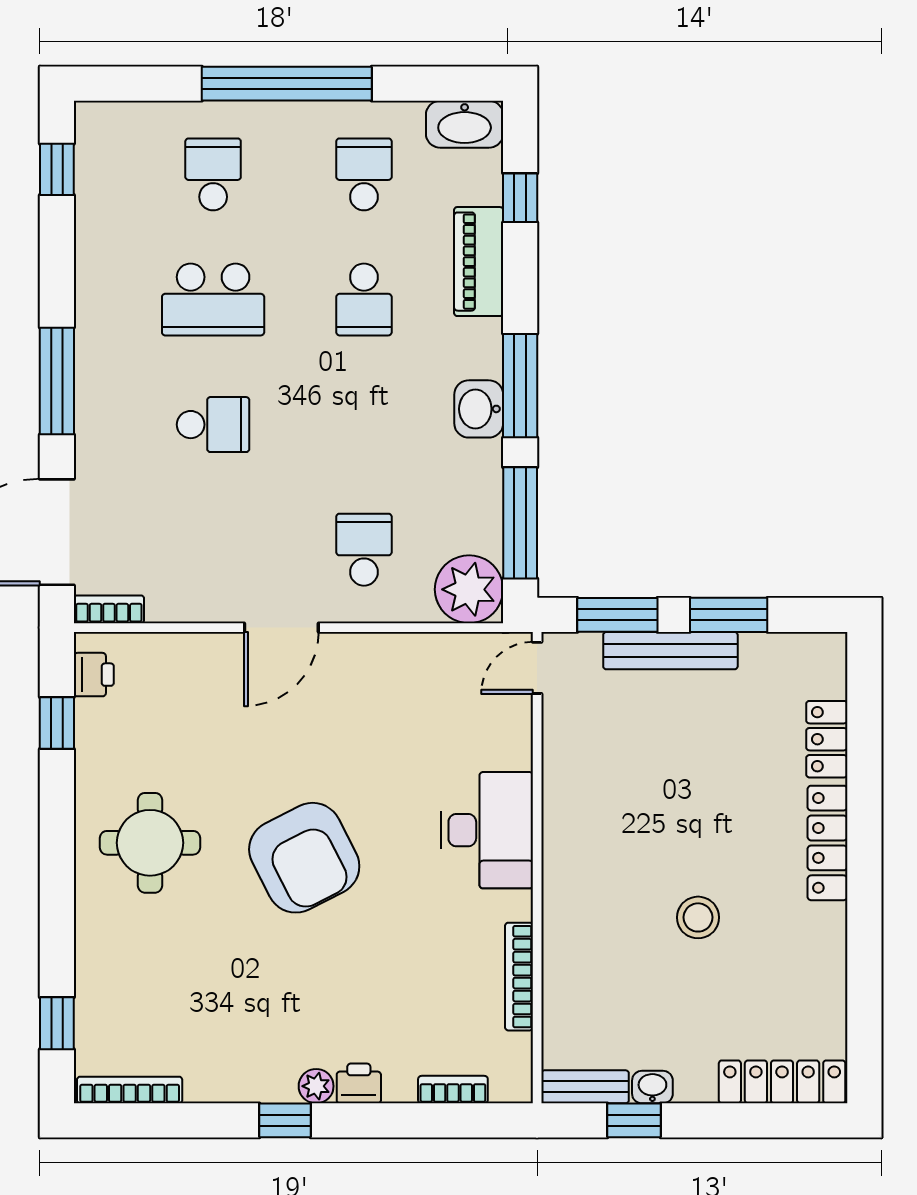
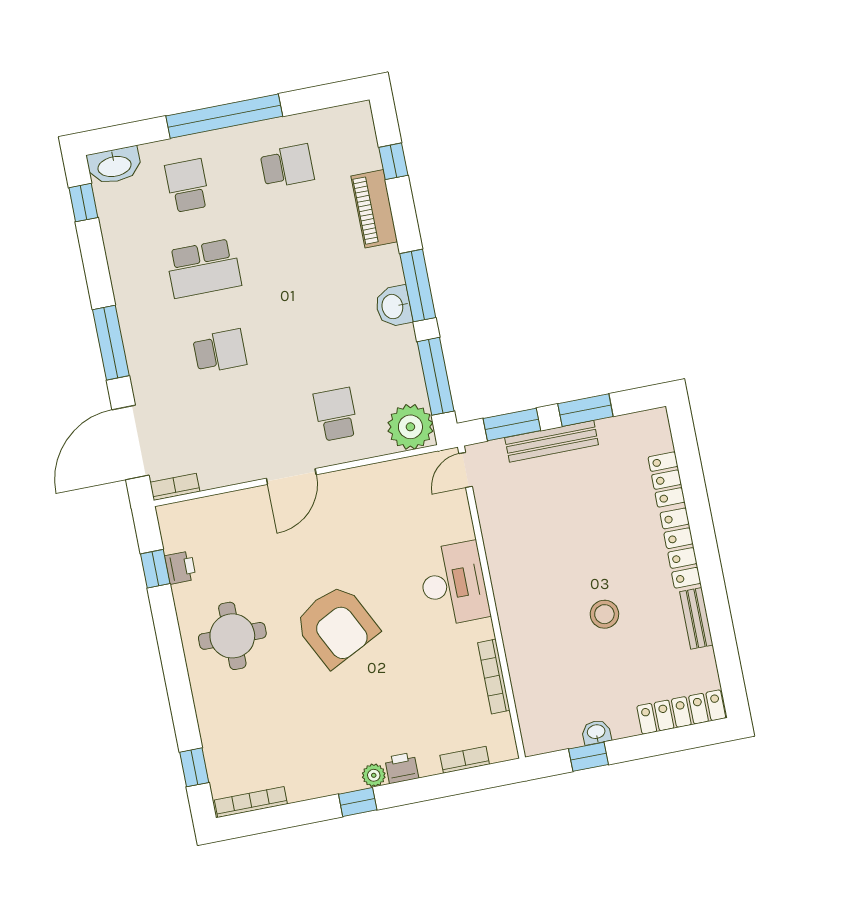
washbasin: (465, 124) -> (114, 166), moved
school desk: (364, 174) -> (287, 166), turned 90
school desk: (364, 299) -> (303, 249), removed
printer: (94, 675) -> (180, 568), moved
bench: (585, 1087) -> (696, 618), moved, turned 90

